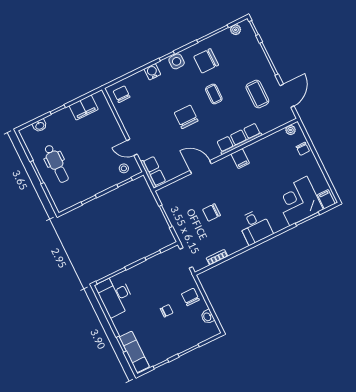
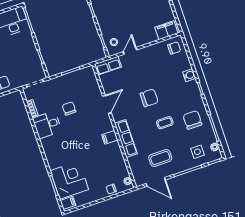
side table: (177, 61) -> (197, 152), moved
filing cabinet: (84, 108) -> (166, 30), moved, turned 90
desk: (255, 227) -> (47, 125), moved

